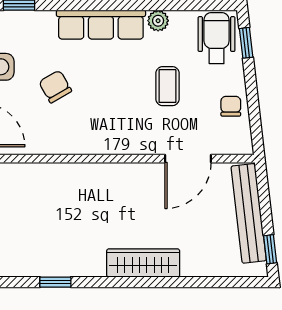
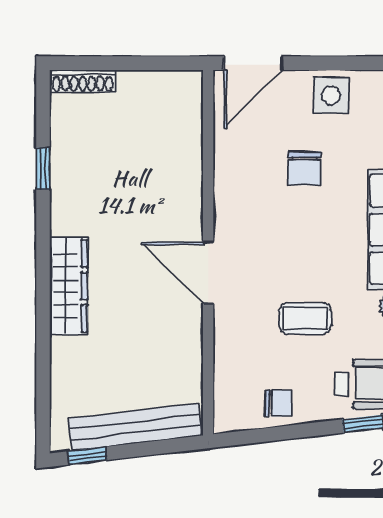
chair: (55, 87) -> (304, 168), turned 120
door: (188, 159) -> (208, 273), moved

